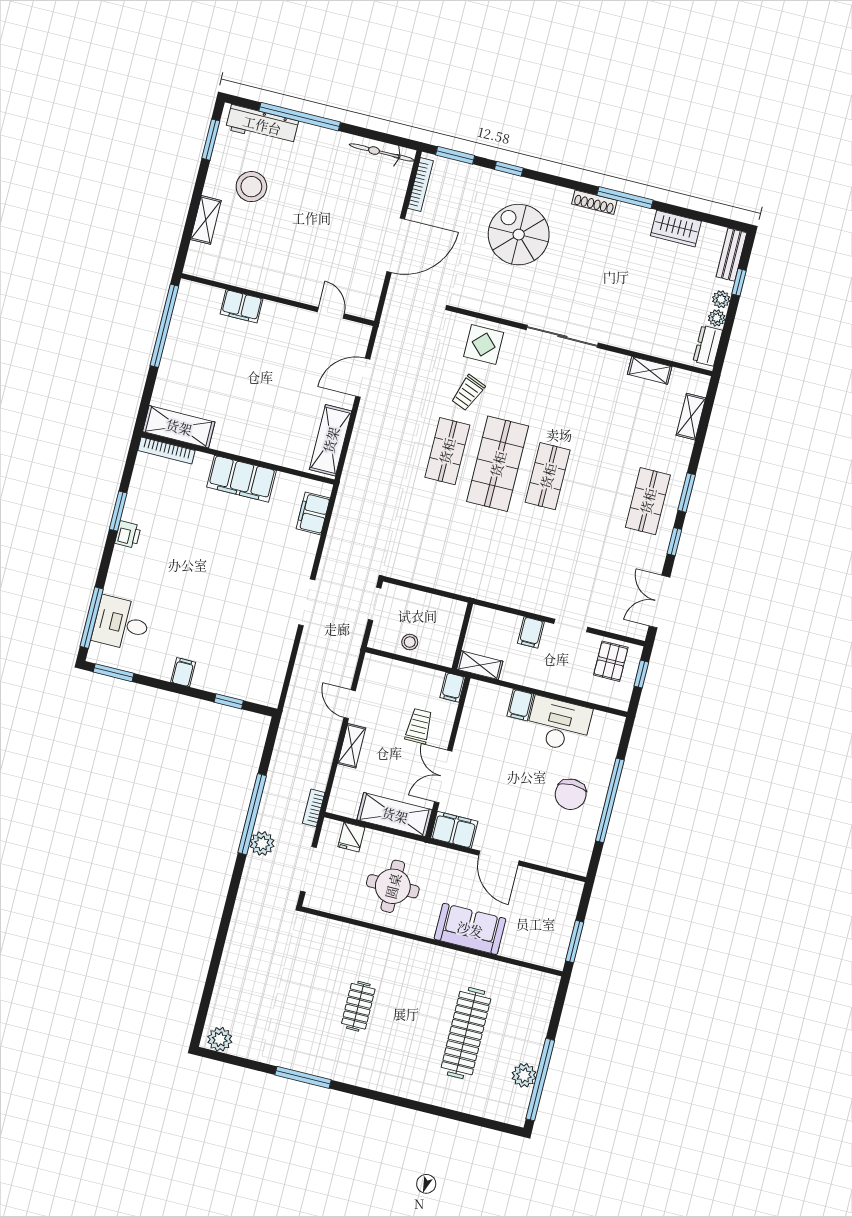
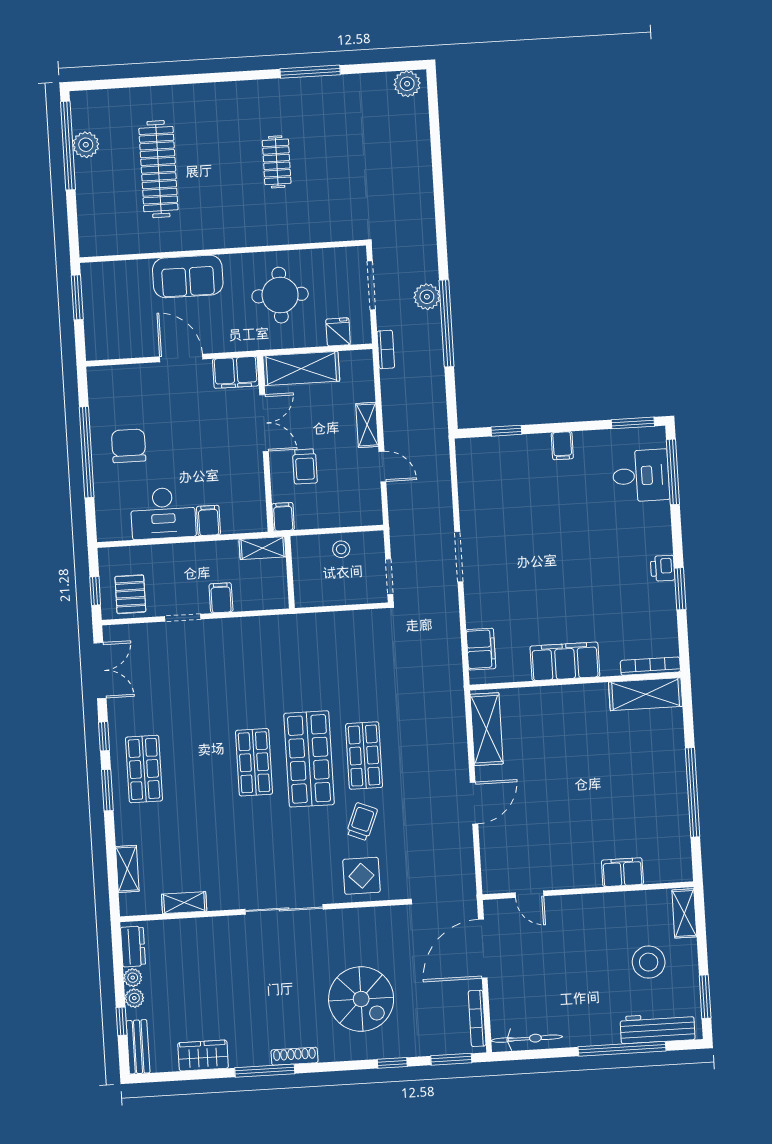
wall: (277, 300) -> (588, 891), moved
filing cabinet: (241, 306) -> (622, 872), moved
door: (331, 313) -> (529, 894), moved

